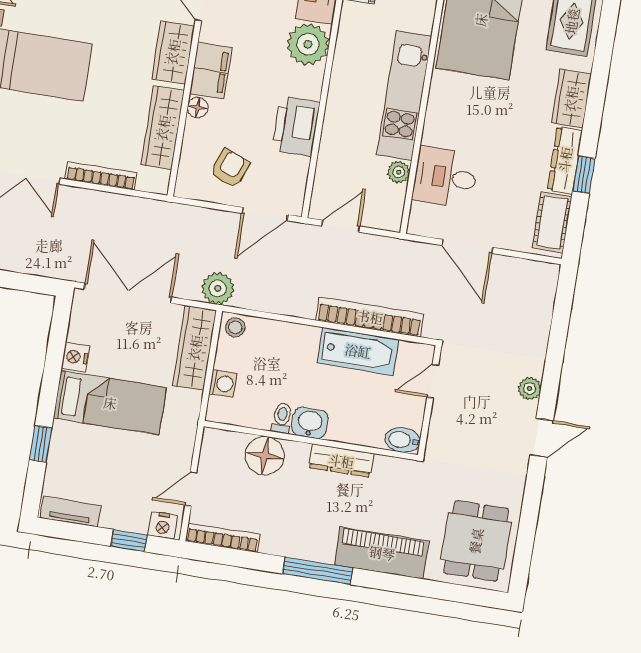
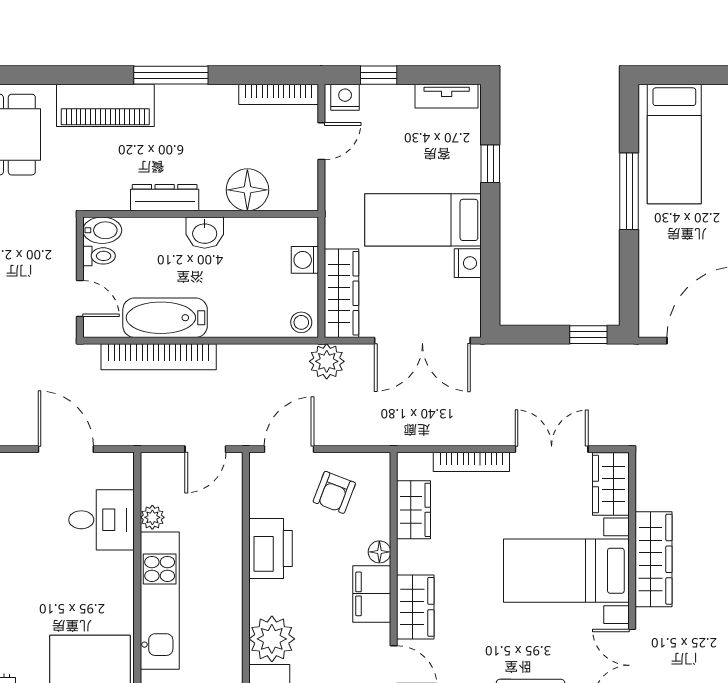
wardrobe: (163, 128) -> (414, 510), width x0.67
door: (433, 381) -> (80, 299), hinge flipped
toilet: (282, 418) -> (99, 256), moved, turned -90

